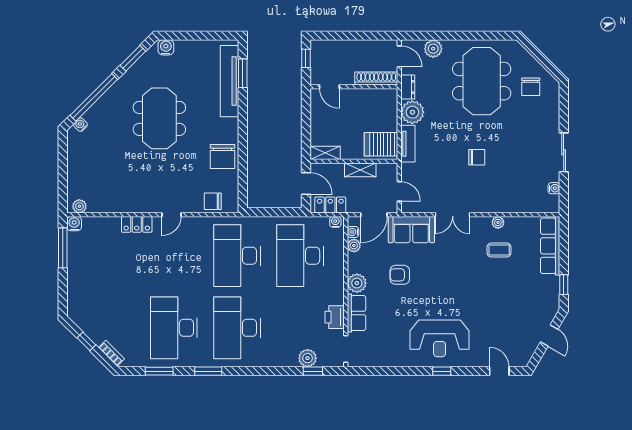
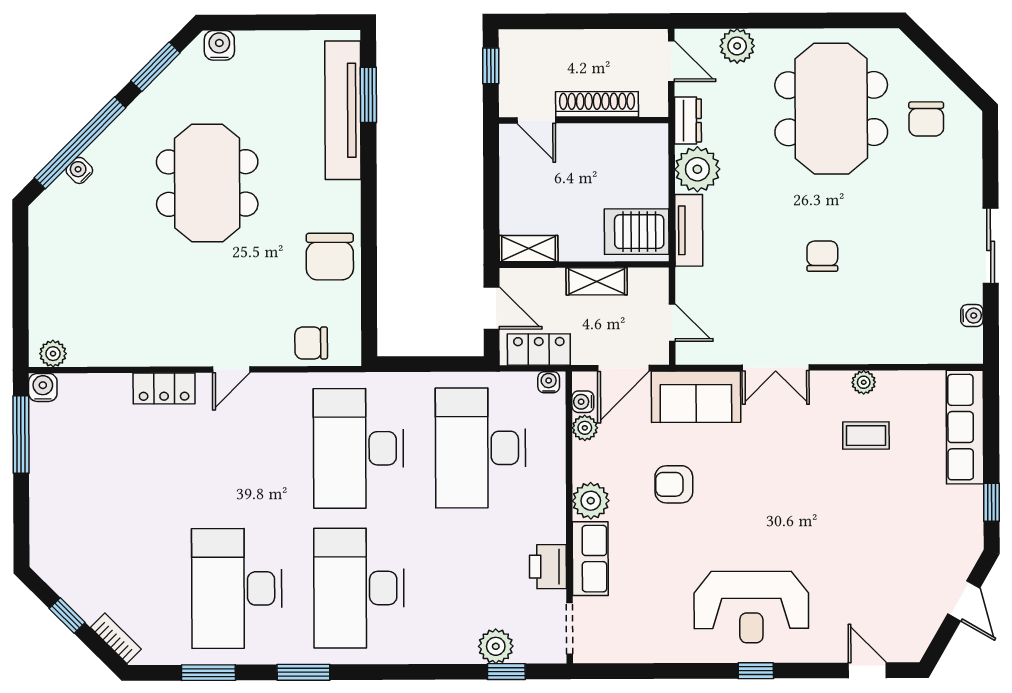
shoe rack: (376, 78) -> (597, 104), moved
water cooler: (80, 125) -> (79, 170), moved
chair: (477, 157) -> (822, 256), turned -90

